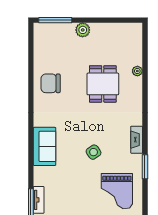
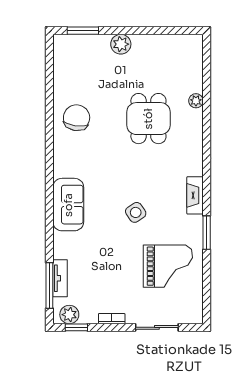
window: (55, 20) -> (83, 31), width x0.69
chair: (51, 83) -> (77, 118), turned 98
grand piano: (117, 191) -> (168, 266), turned -90

